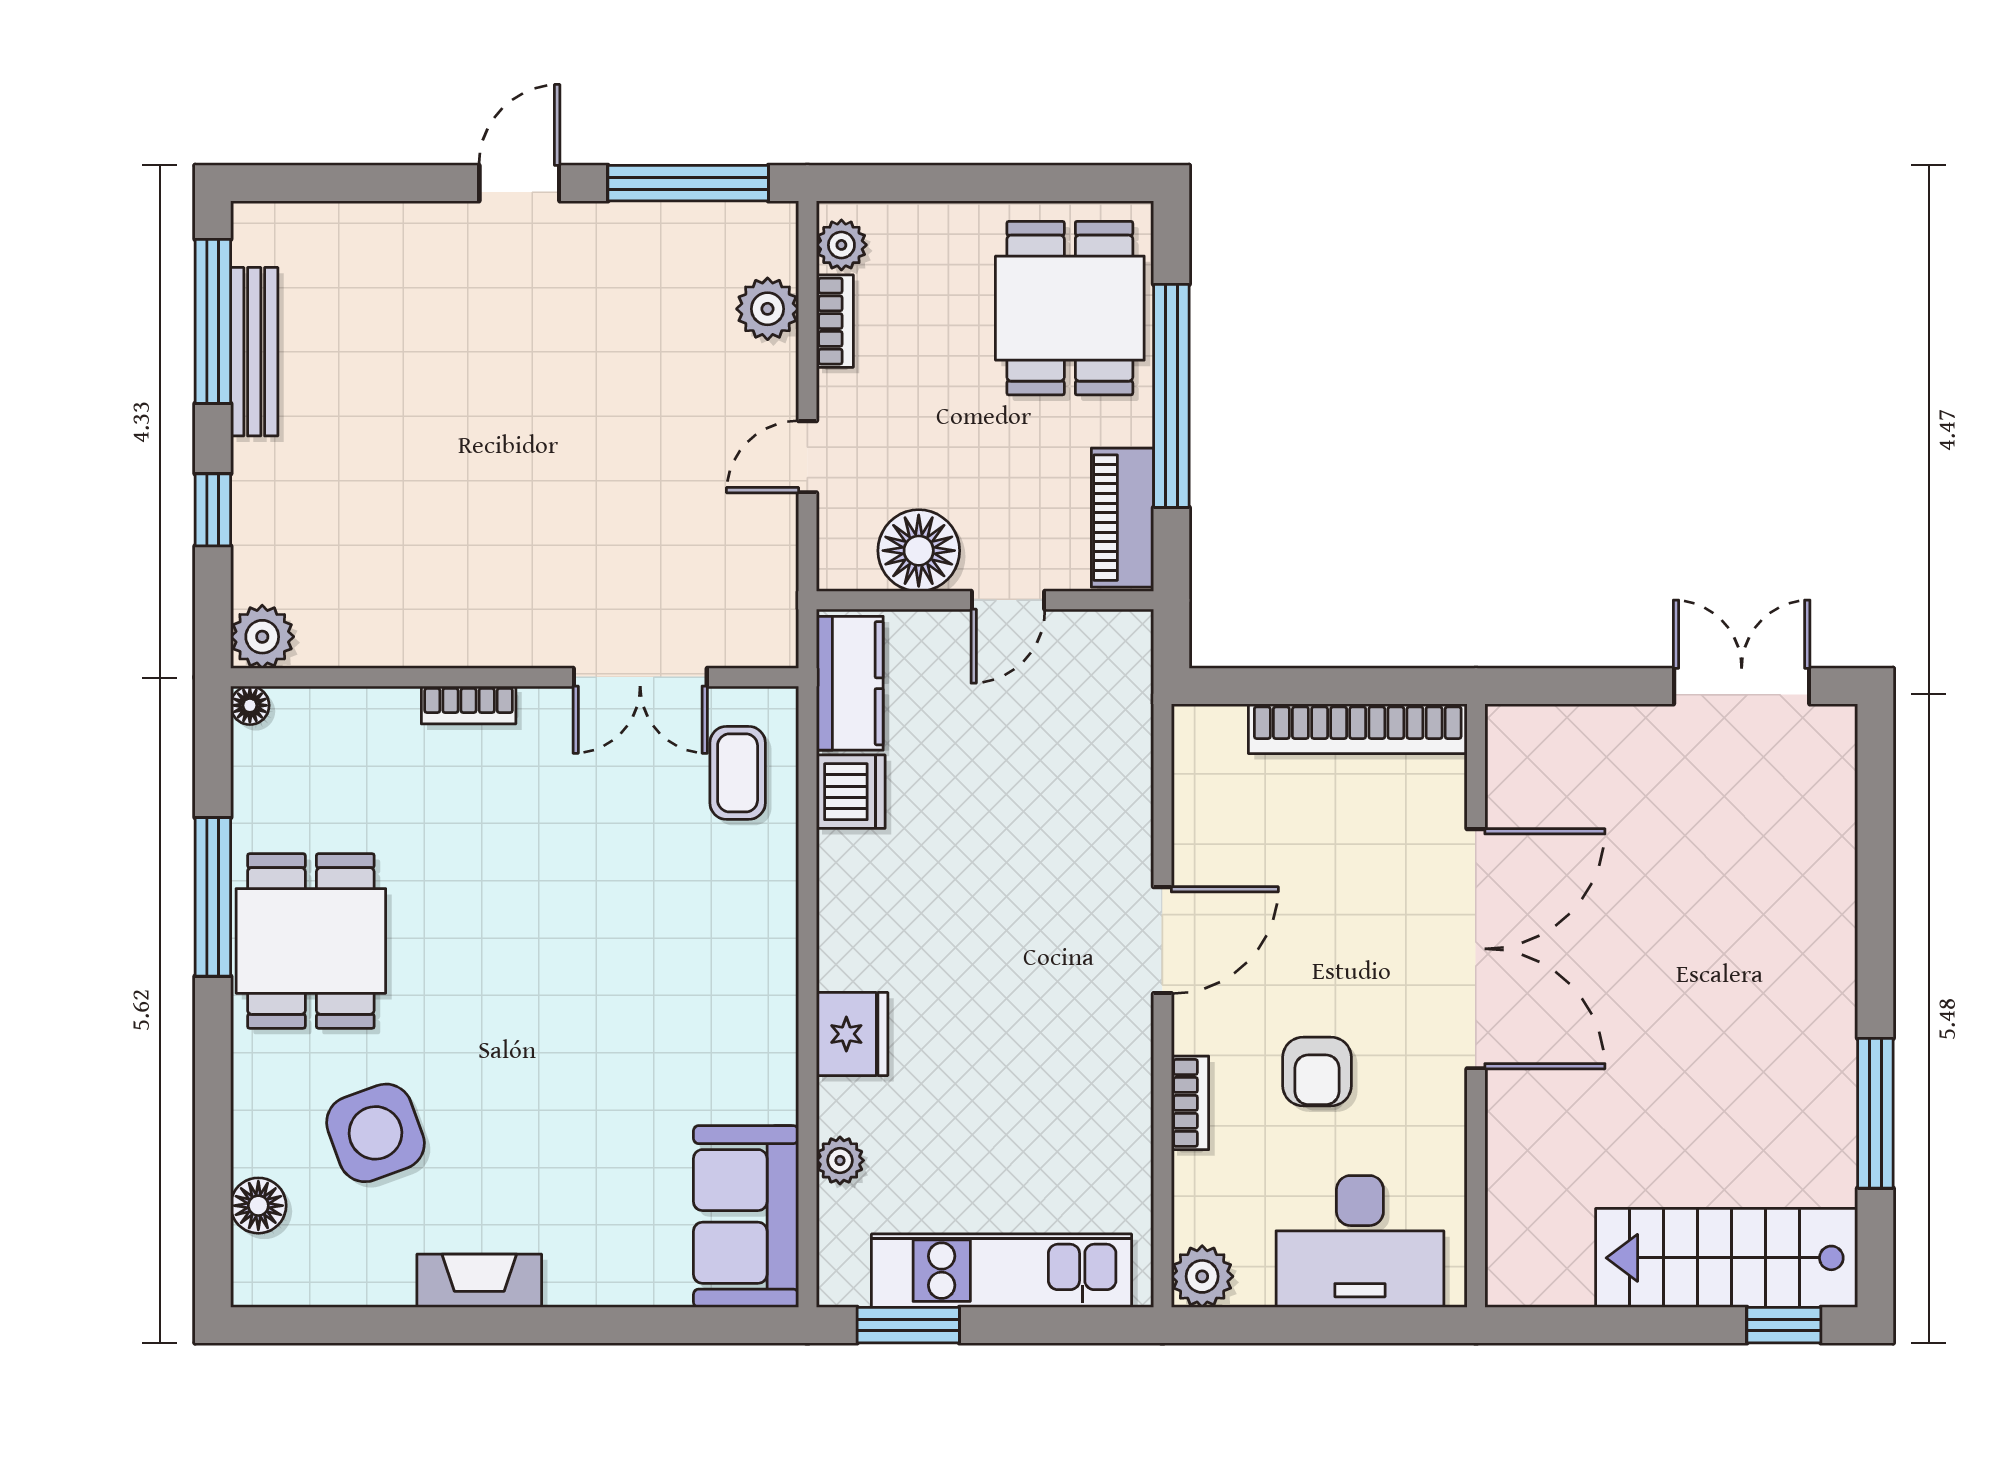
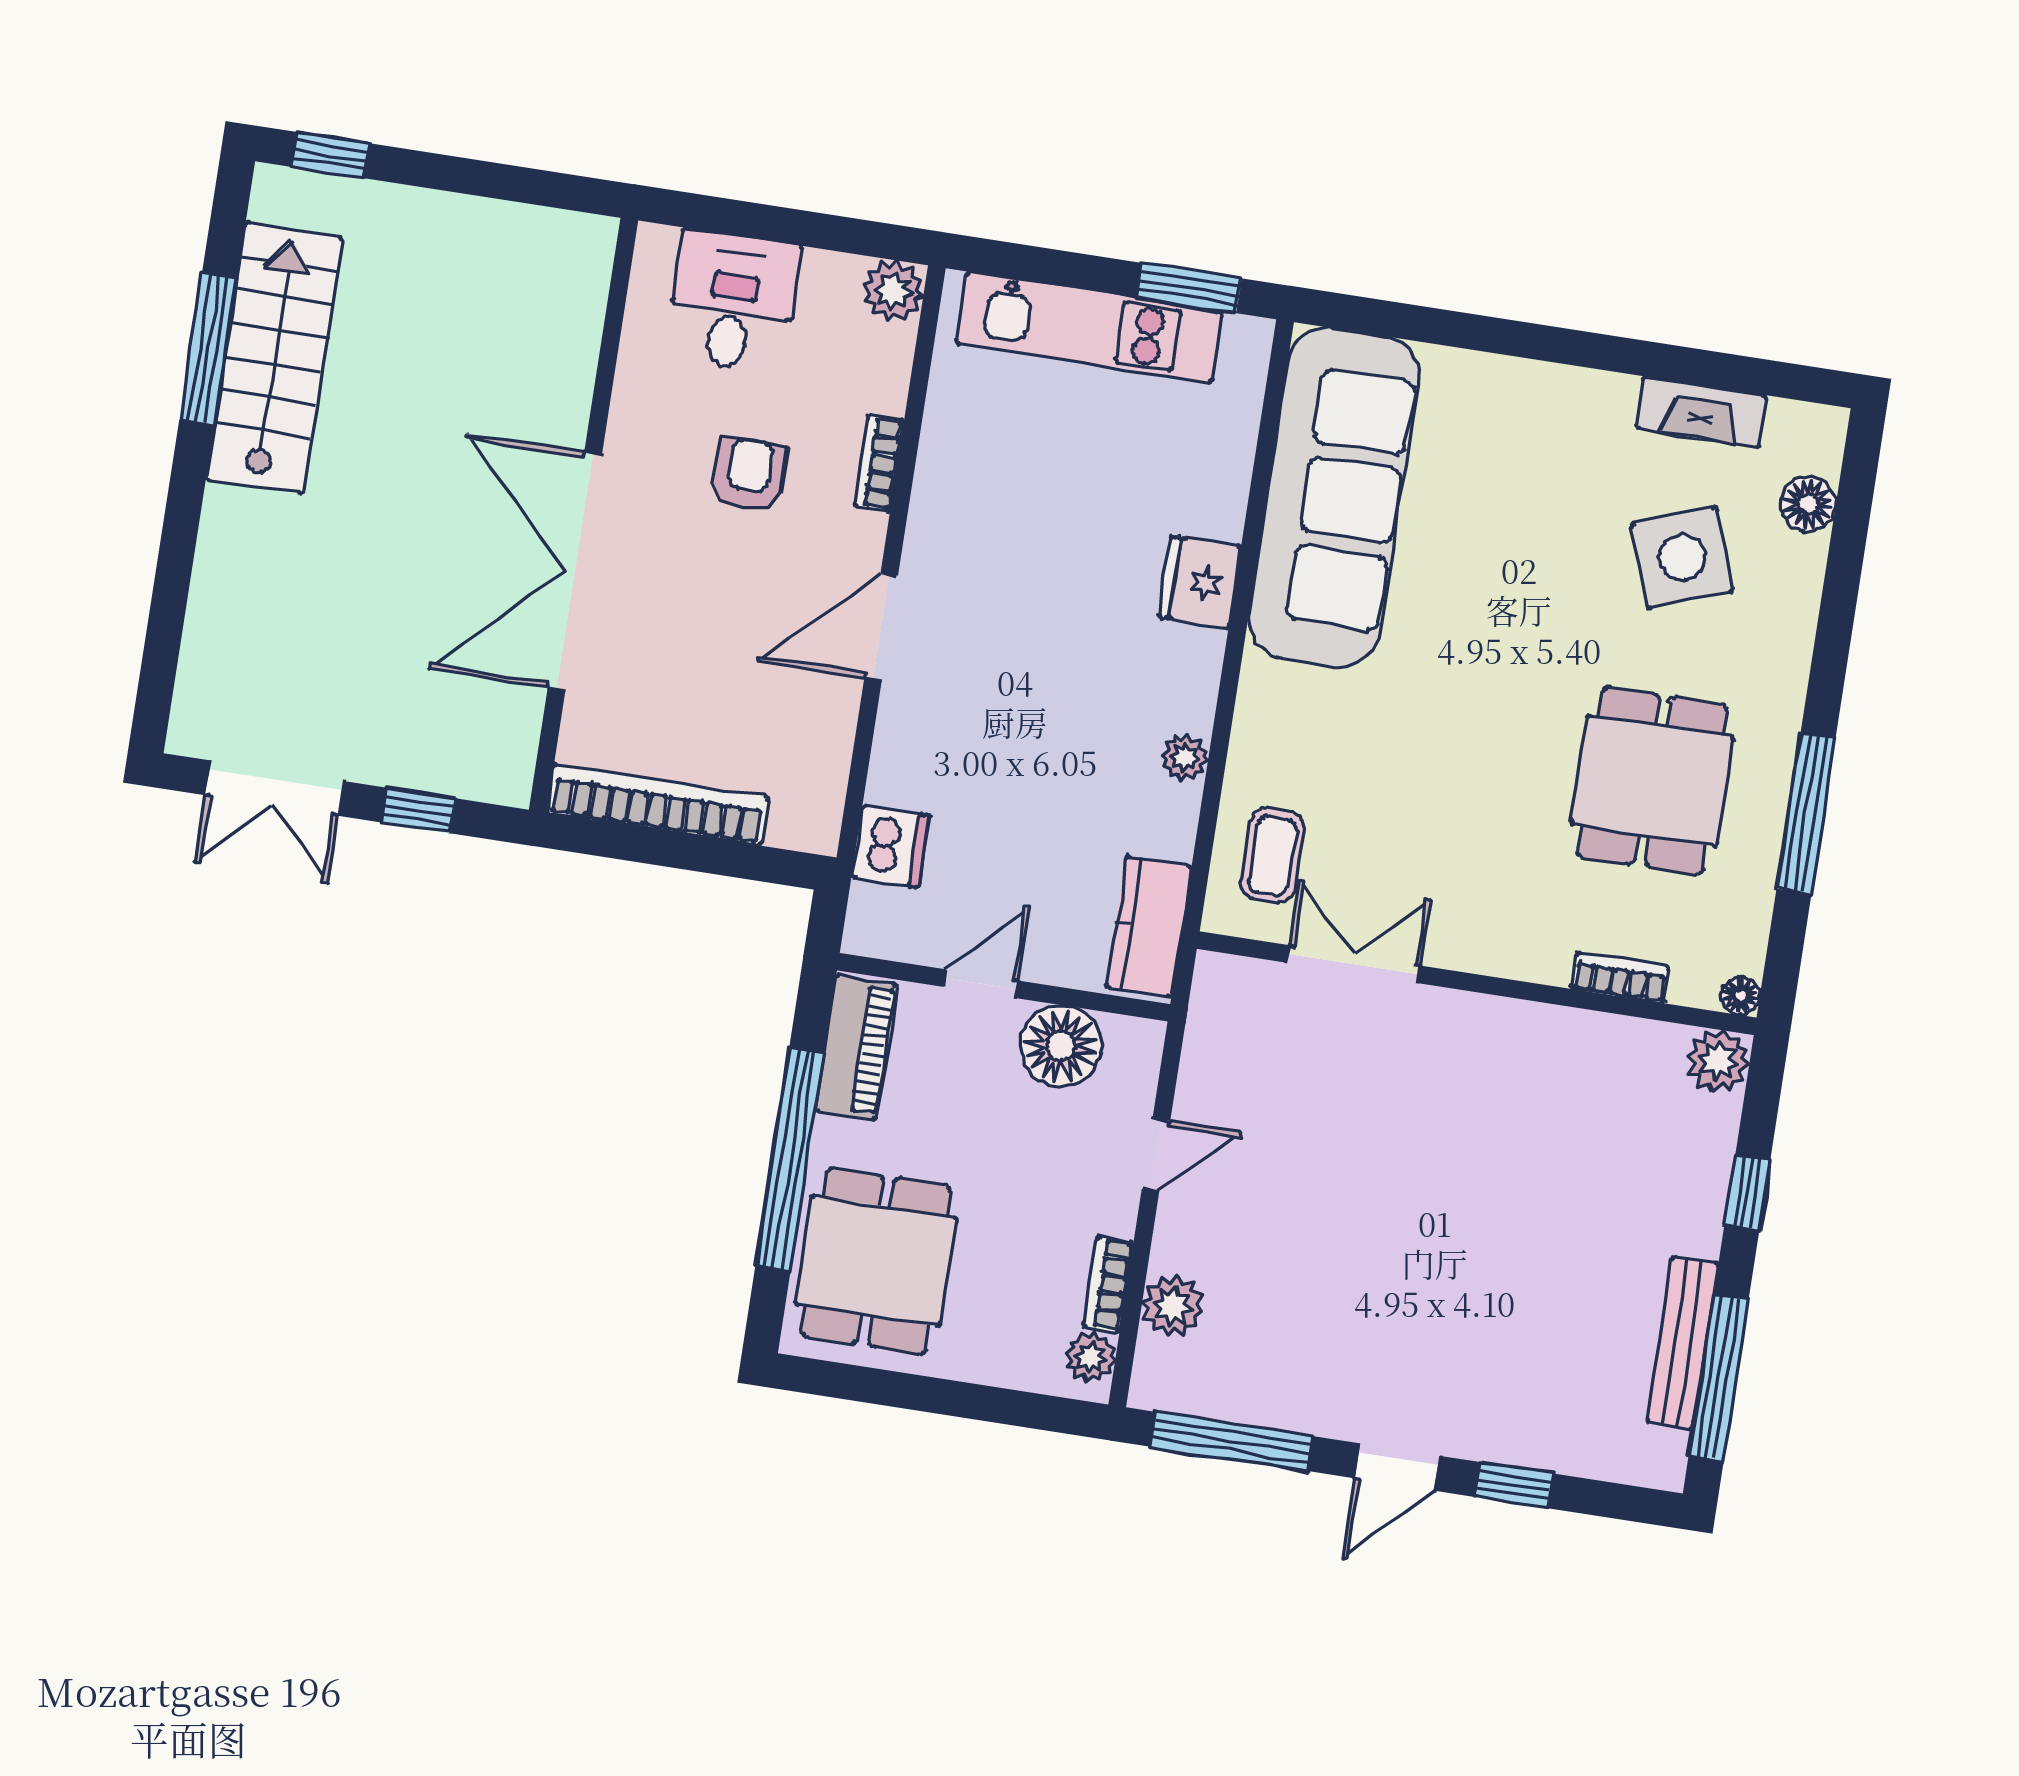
window: (400, 183) -> (1514, 1485), added
window: (1596, 686) -> (418, 810), added
bookcase: (469, 705) -> (1620, 978), moved
dishwasher: (851, 792) -> (891, 846), moved, turned 180
dining table: (311, 941) -> (1652, 781), moved
plant: (840, 1160) -> (1185, 758), moved
sofa: (746, 1216) -> (1334, 497), width x1.85, depth x1.27
desk: (1360, 1241) -> (733, 301), width x0.73
stairs: (1727, 1258) -> (274, 358), moved, turned -90
fireplace: (479, 1281) -> (1701, 412), moved

